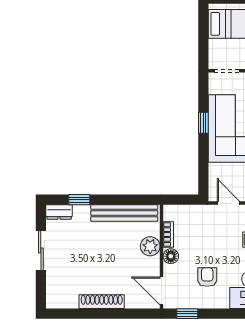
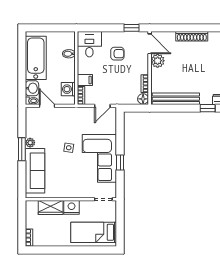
door: (228, 203) -> (102, 106), hinge flipped
plant: (150, 246) -> (158, 61), moved
floor lamp: (171, 256) -> (143, 99), moved
armchair: (207, 277) -> (117, 54), turned -90

